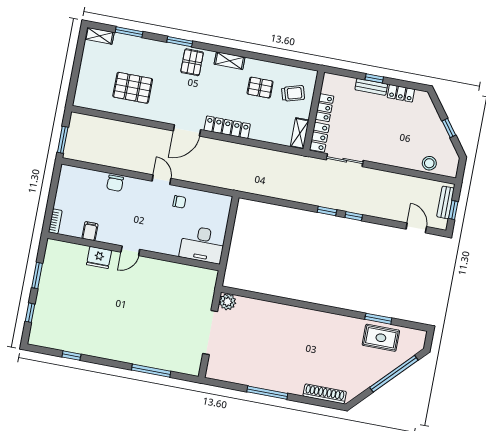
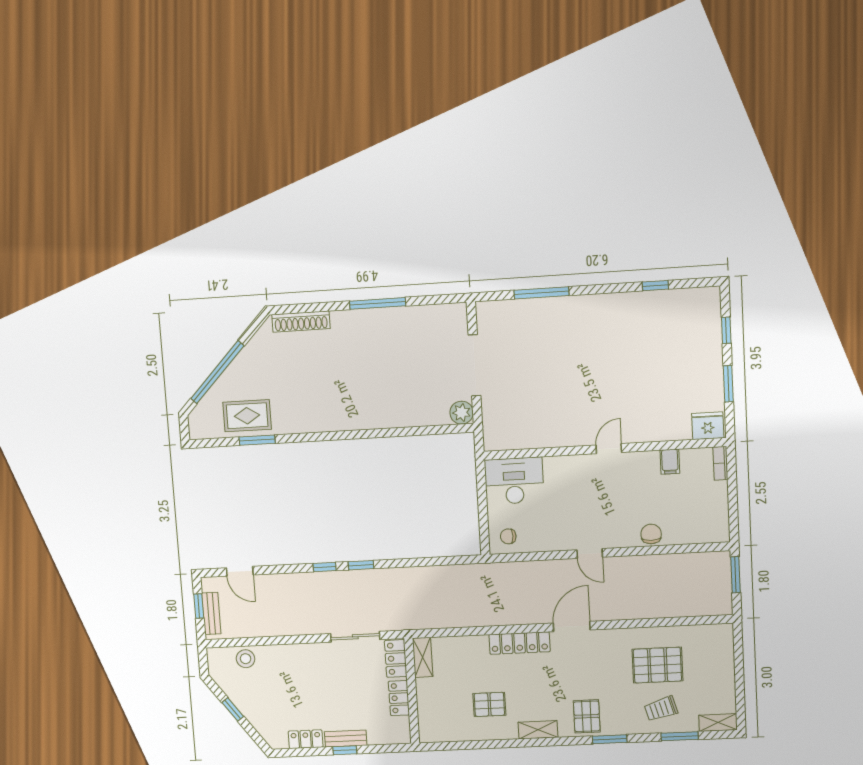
trolley: (293, 93) -> (661, 709), moved
chair: (179, 202) -> (508, 536), moved
fridge: (99, 257) -> (708, 426), moved

